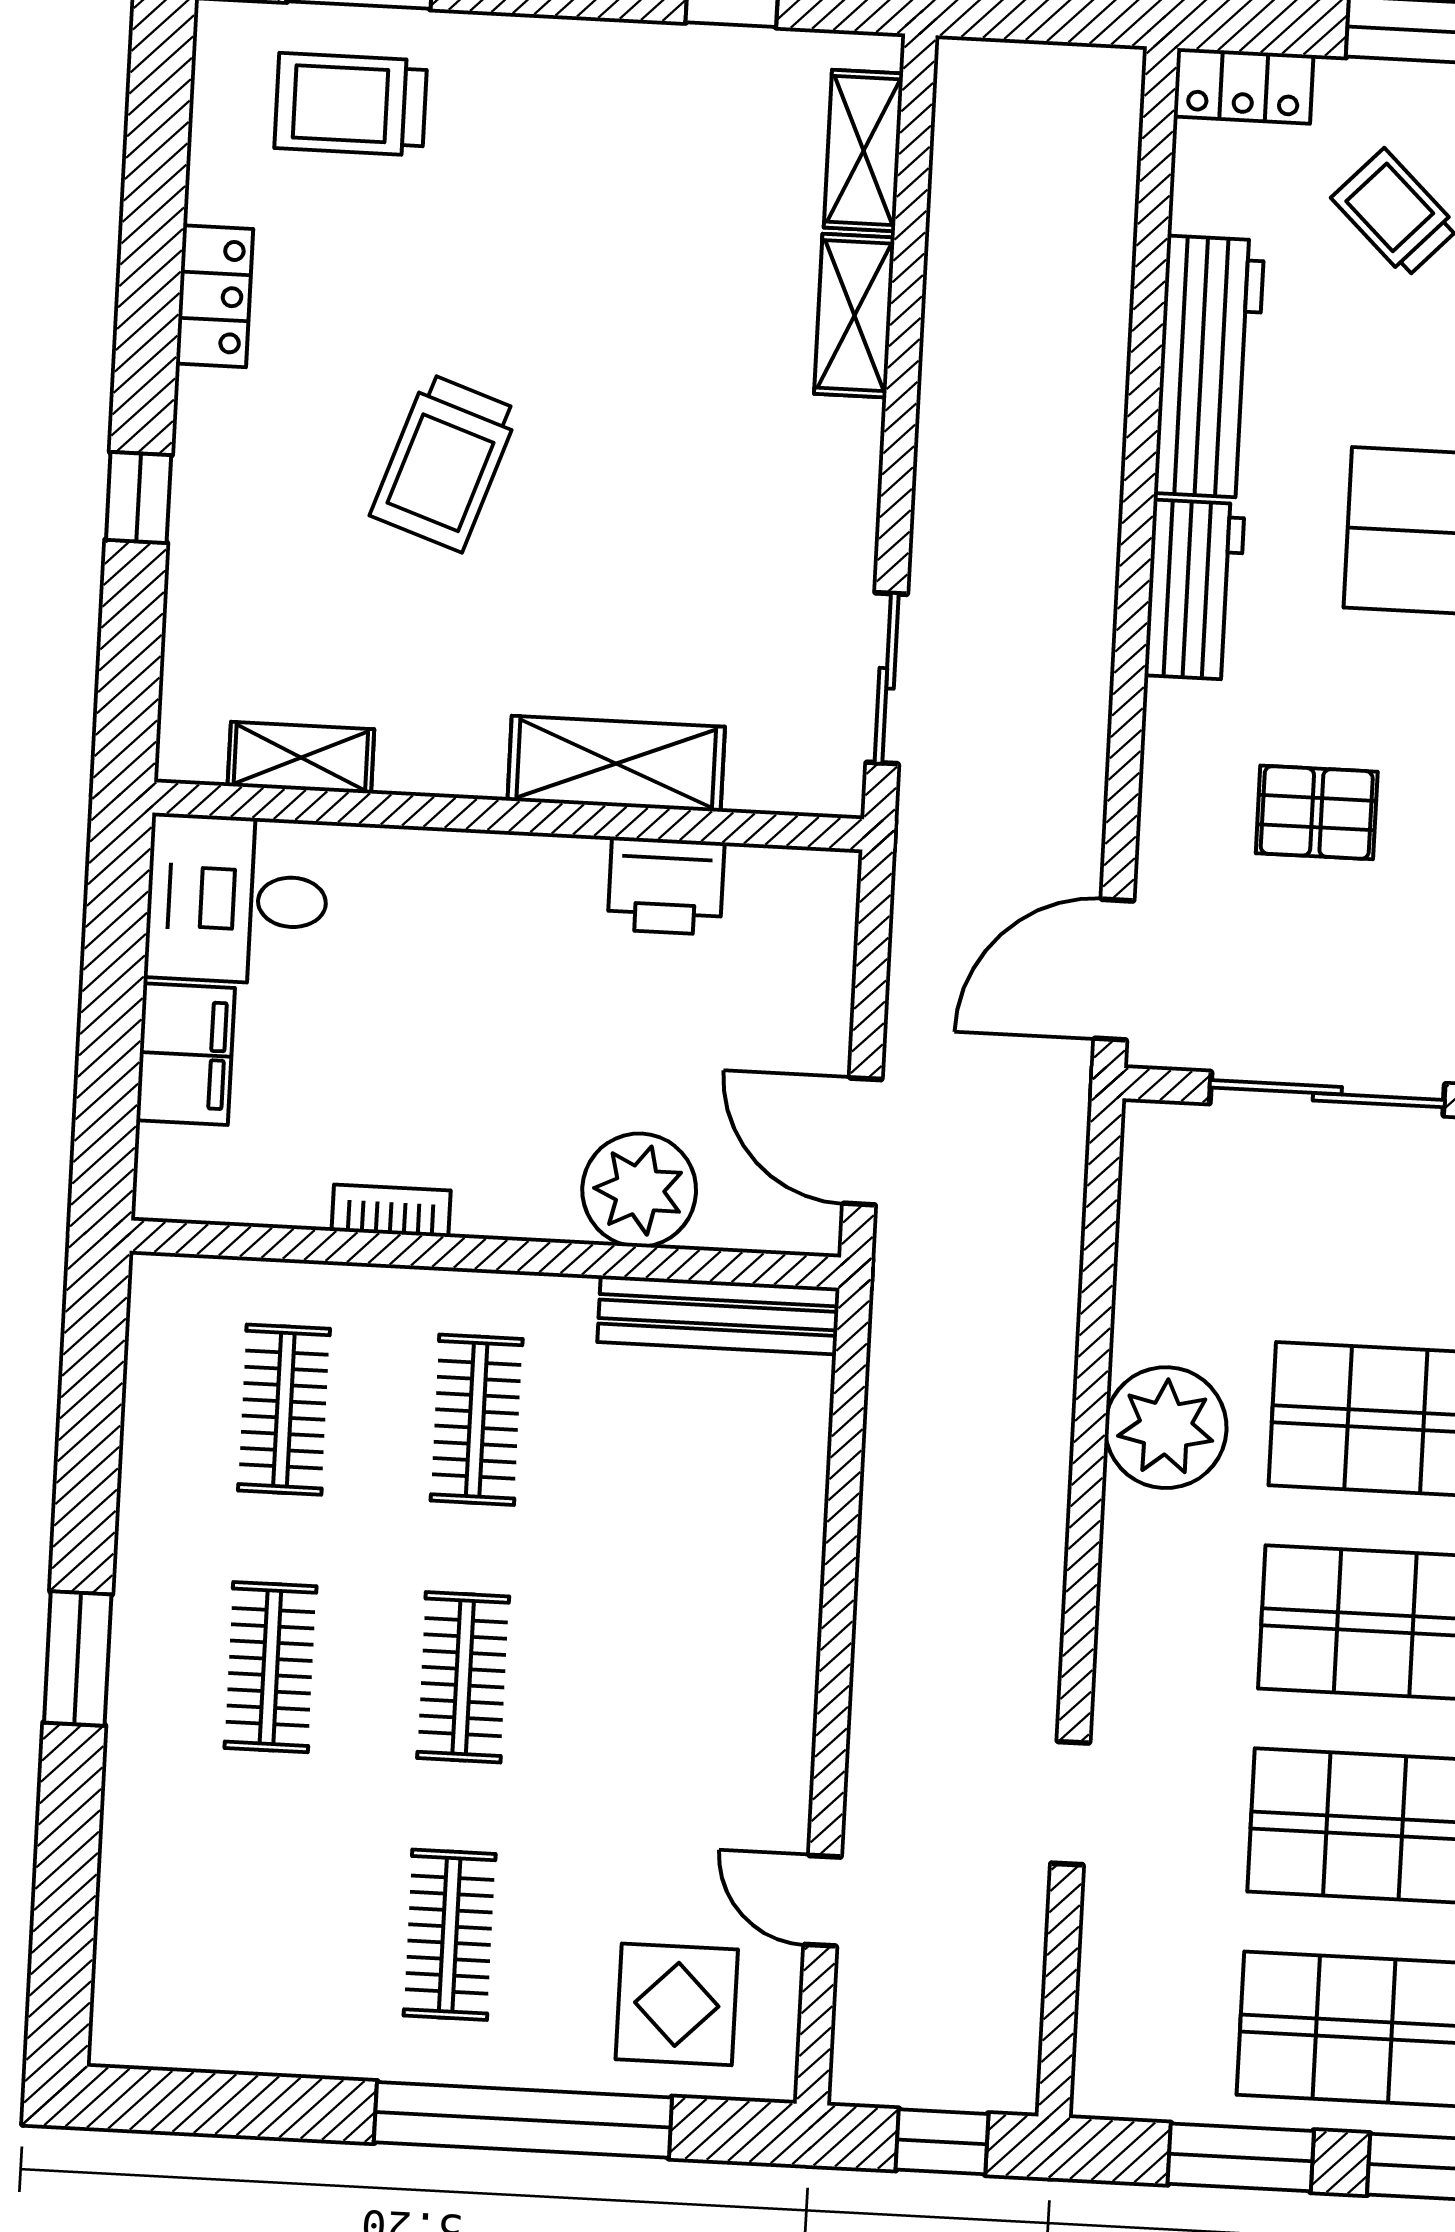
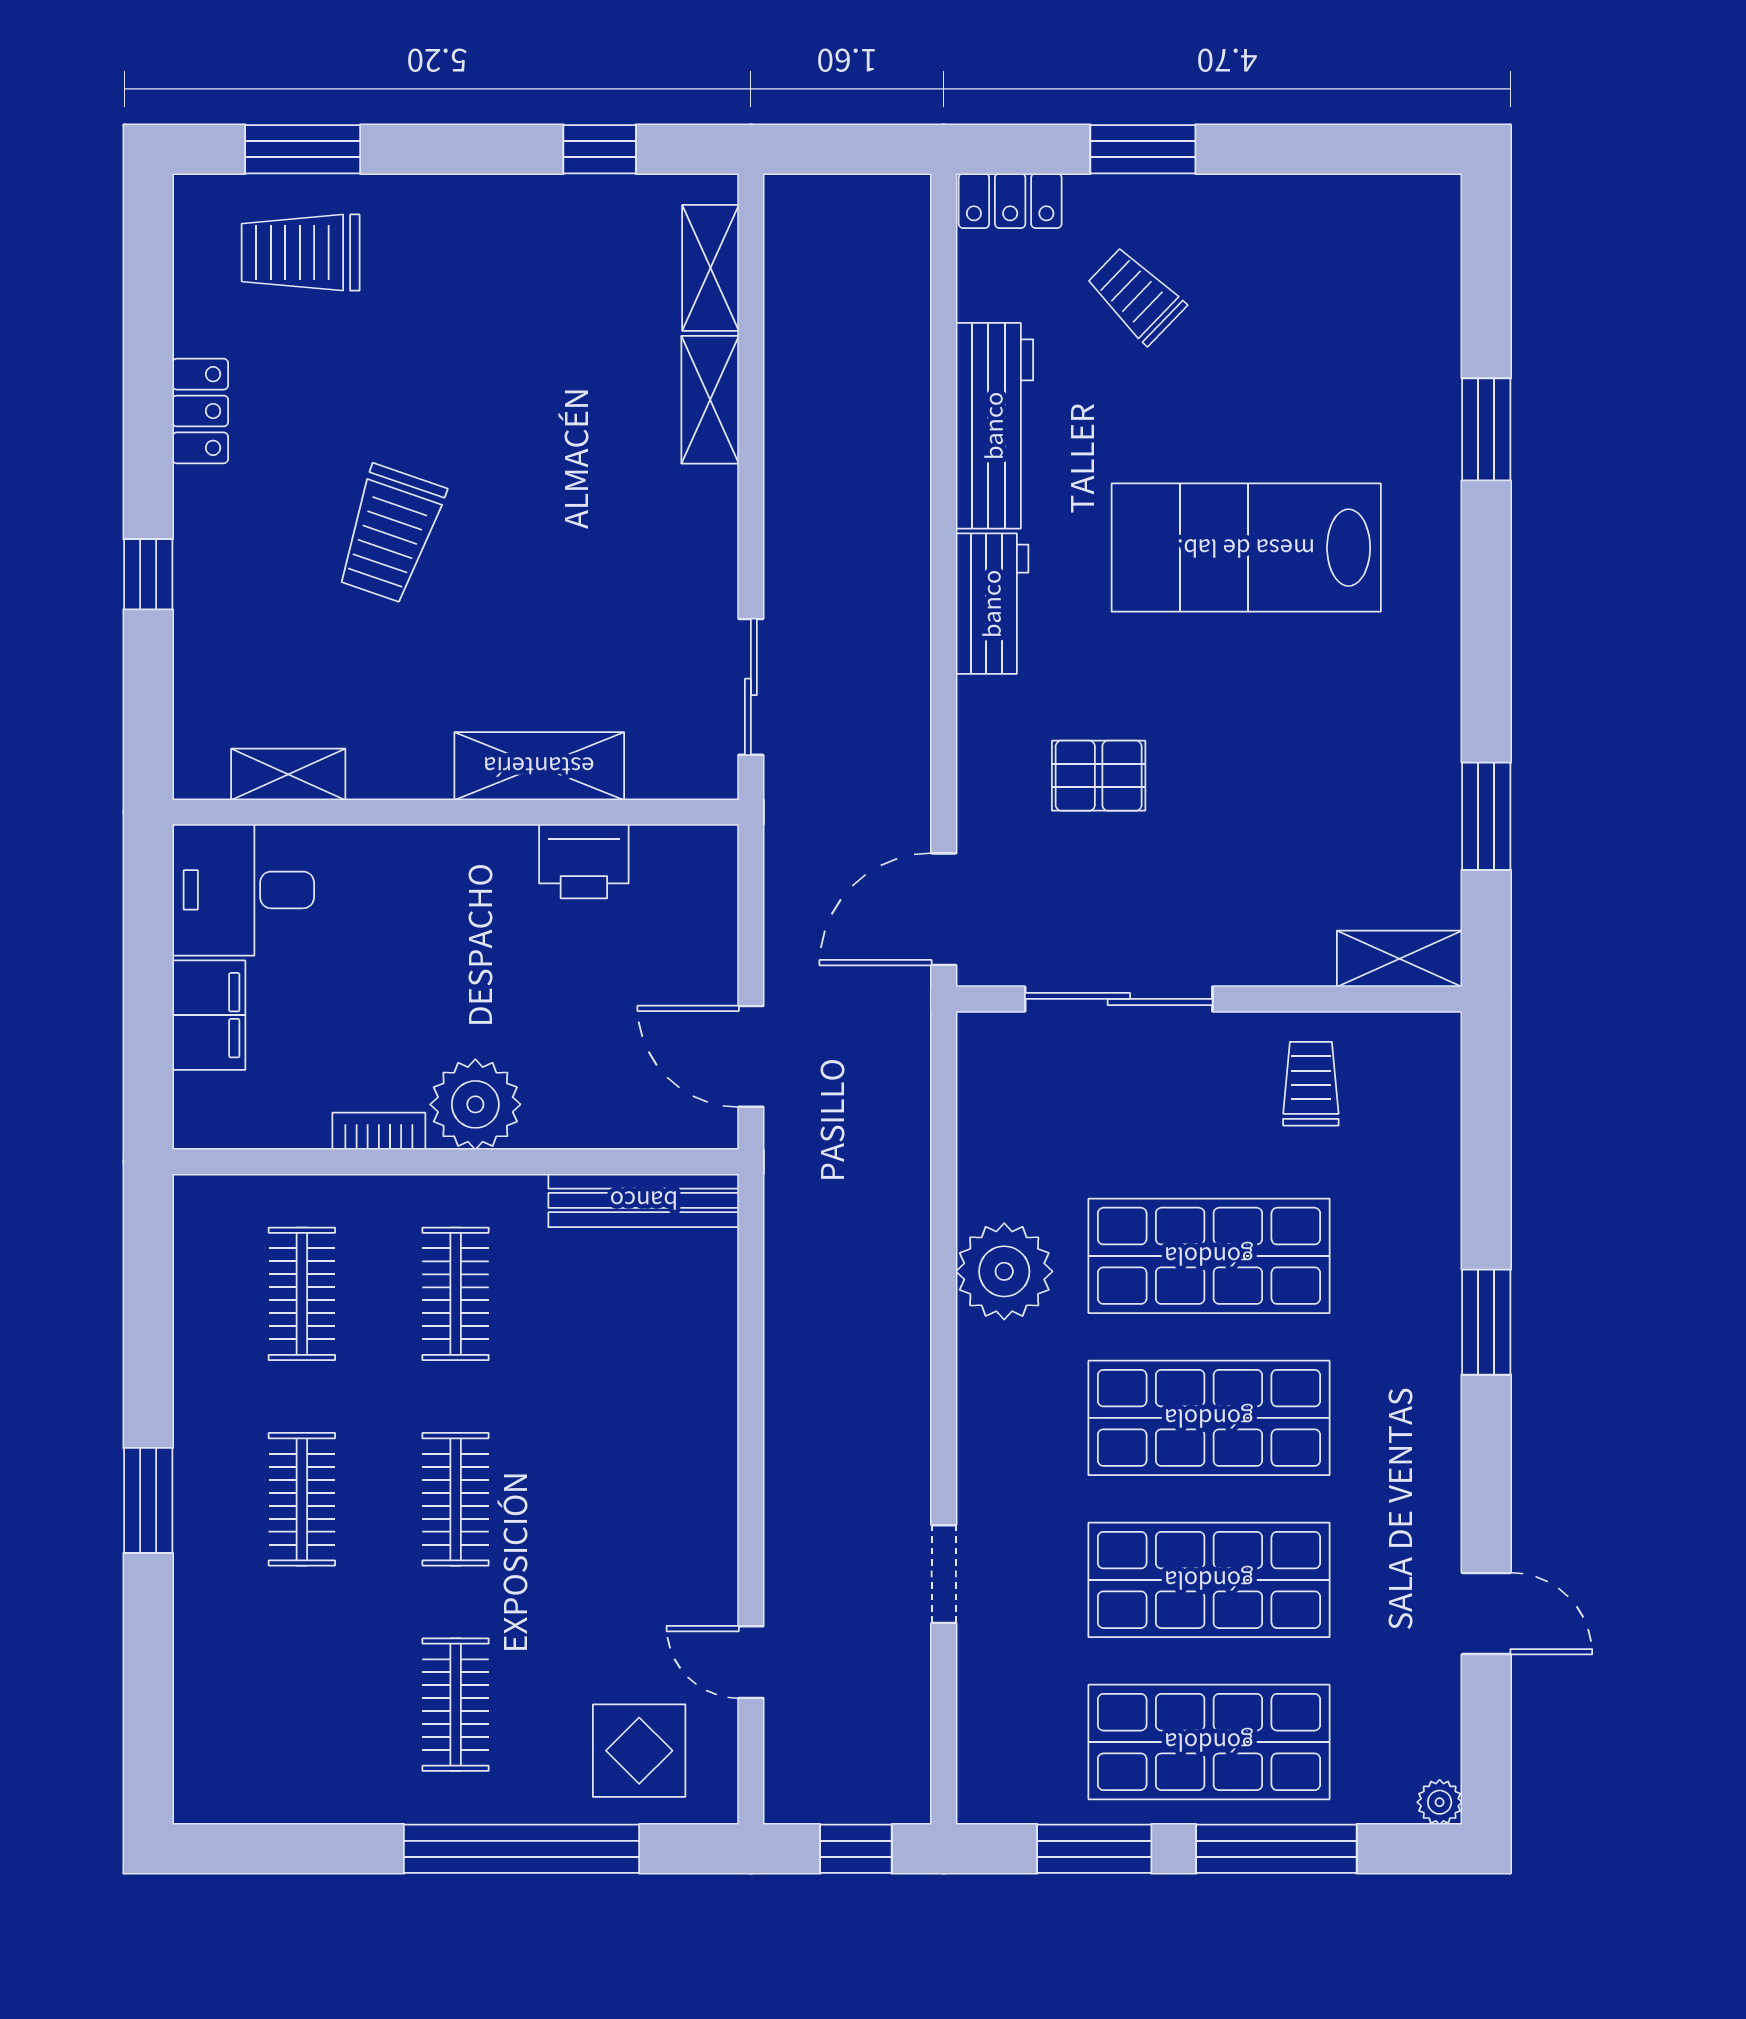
plant: (639, 1190) -> (475, 1104), moved

